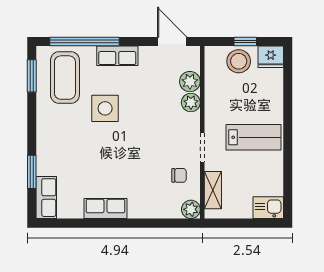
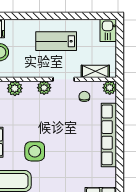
plant: (191, 103) -> (44, 88), moved
lab bench: (253, 137) -> (56, 41), turned -90
row of seats: (105, 208) -> (109, 135), width x2.02

